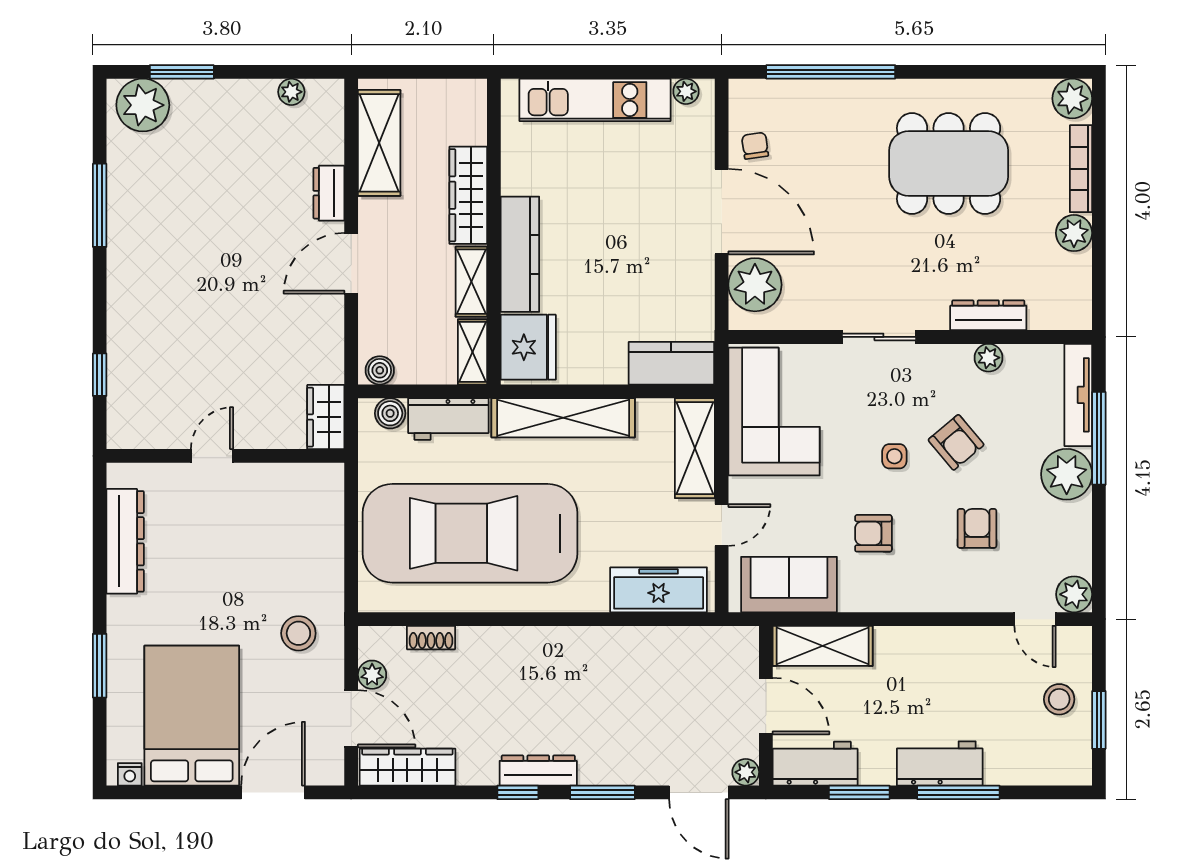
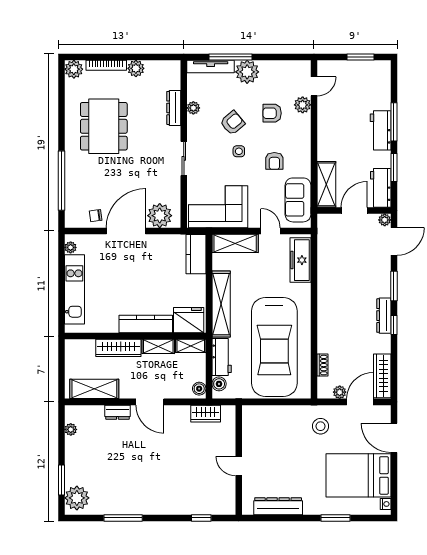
wardrobe: (326, 417) -> (206, 414), moved
plant: (1074, 594) -> (303, 105), moved
stool: (1059, 699) -> (351, 75), removed

